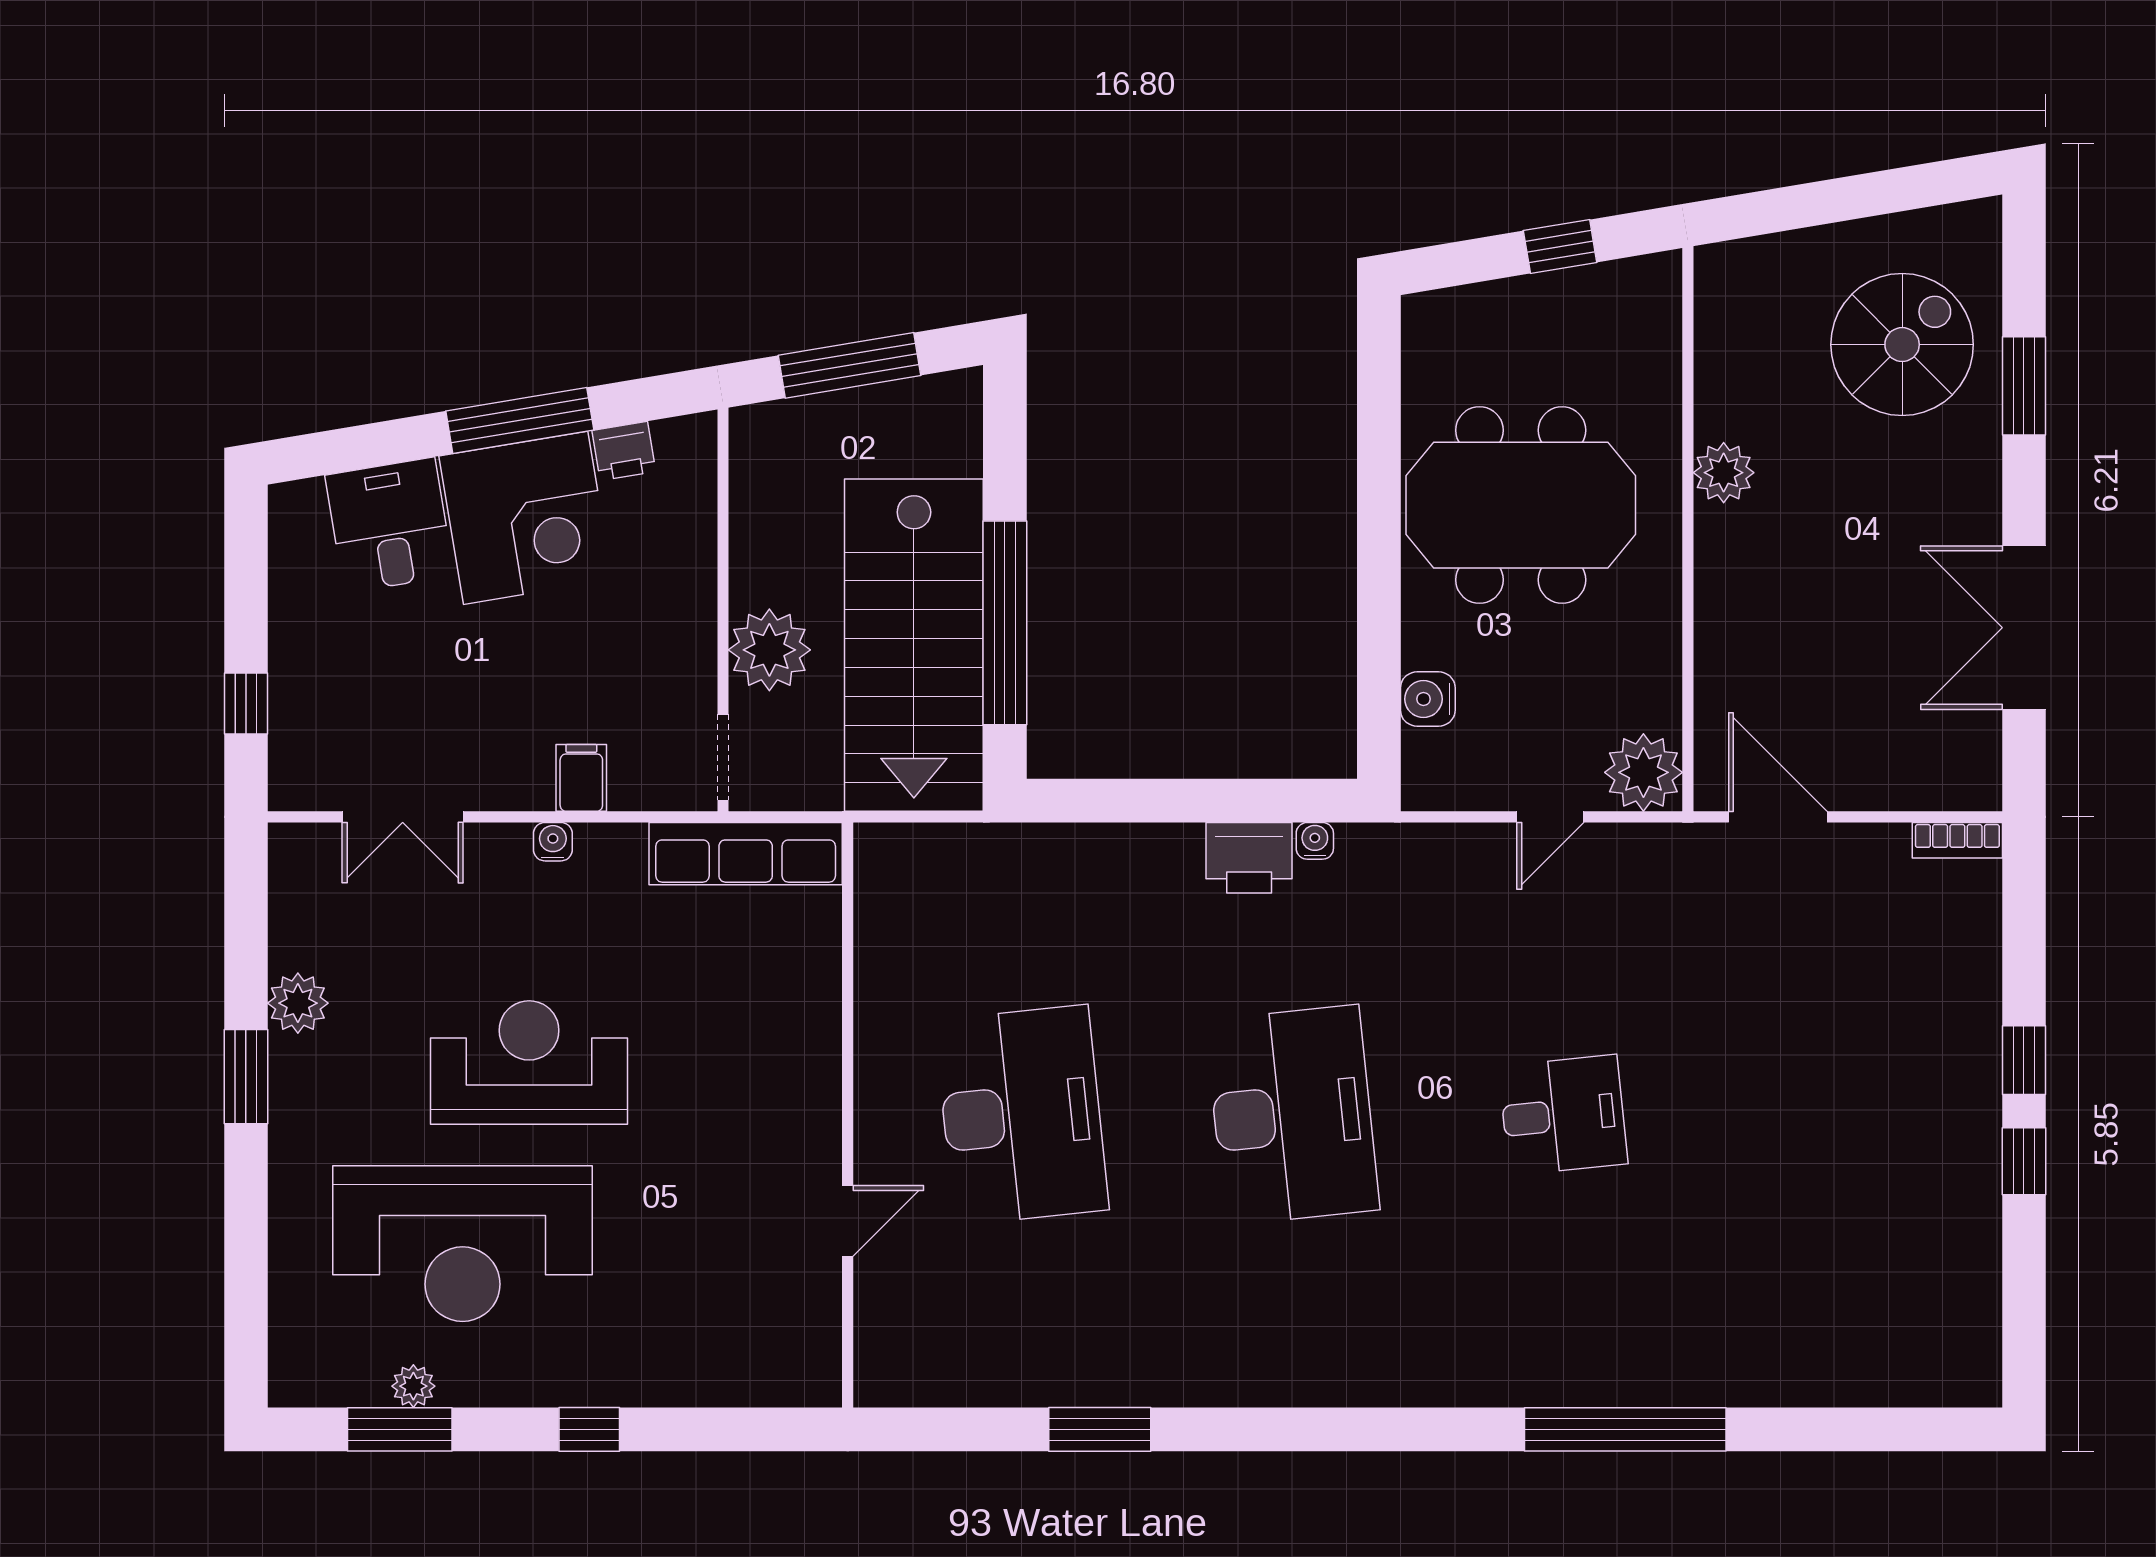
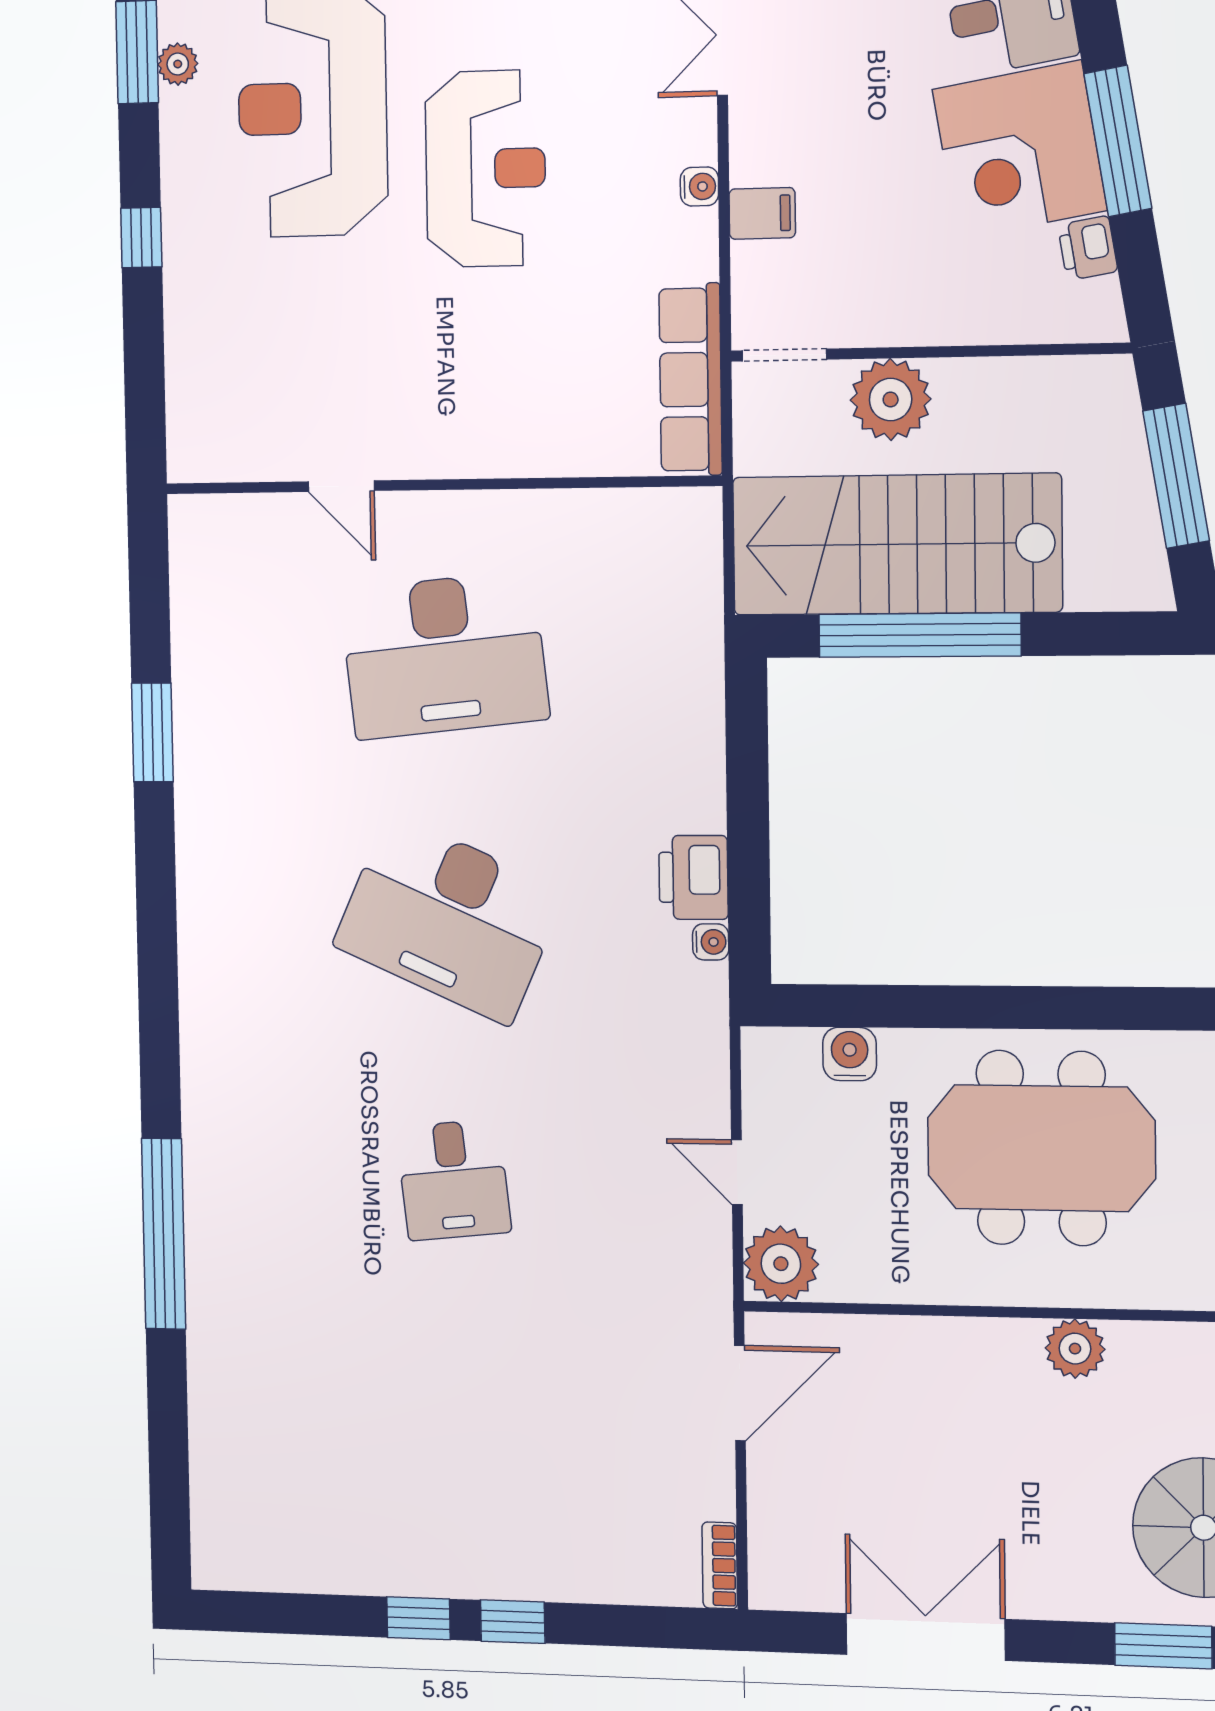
meeting table: (1521, 505) -> (1041, 1148), turned 90
desk: (1292, 1115) -> (449, 918), turned 30

